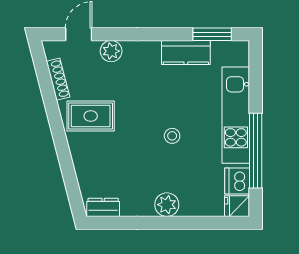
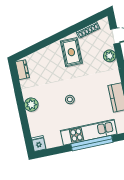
window: (256, 151) -> (92, 143), moved
dishwasher: (237, 181) -> (53, 141), removed

